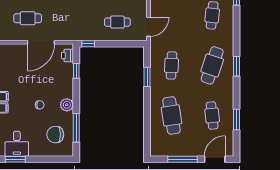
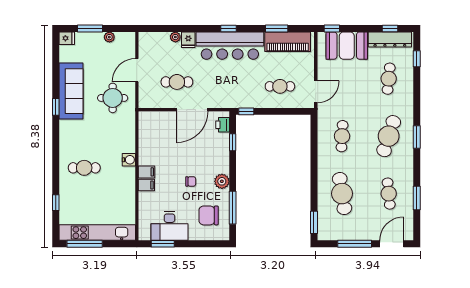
window: (147, 77) -> (314, 222), moved
desk: (17, 144) -> (169, 226), width x1.37

